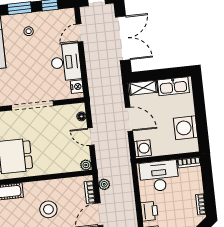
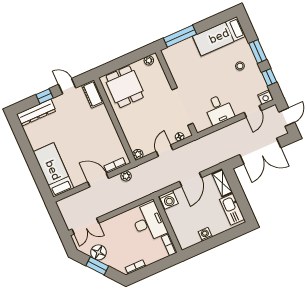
door: (80, 33) -> (253, 112), swing flipped
desk: (66, 62) -> (219, 109), width x0.73
nightstand: (77, 87) -> (265, 97), moved
doorway: (32, 106) -> (183, 106), moved
washing machine: (186, 128) -> (205, 234), width x0.53, depth x0.53
stool: (48, 209) -> (88, 134), removed
printer: (149, 211) -> (115, 223), removed

